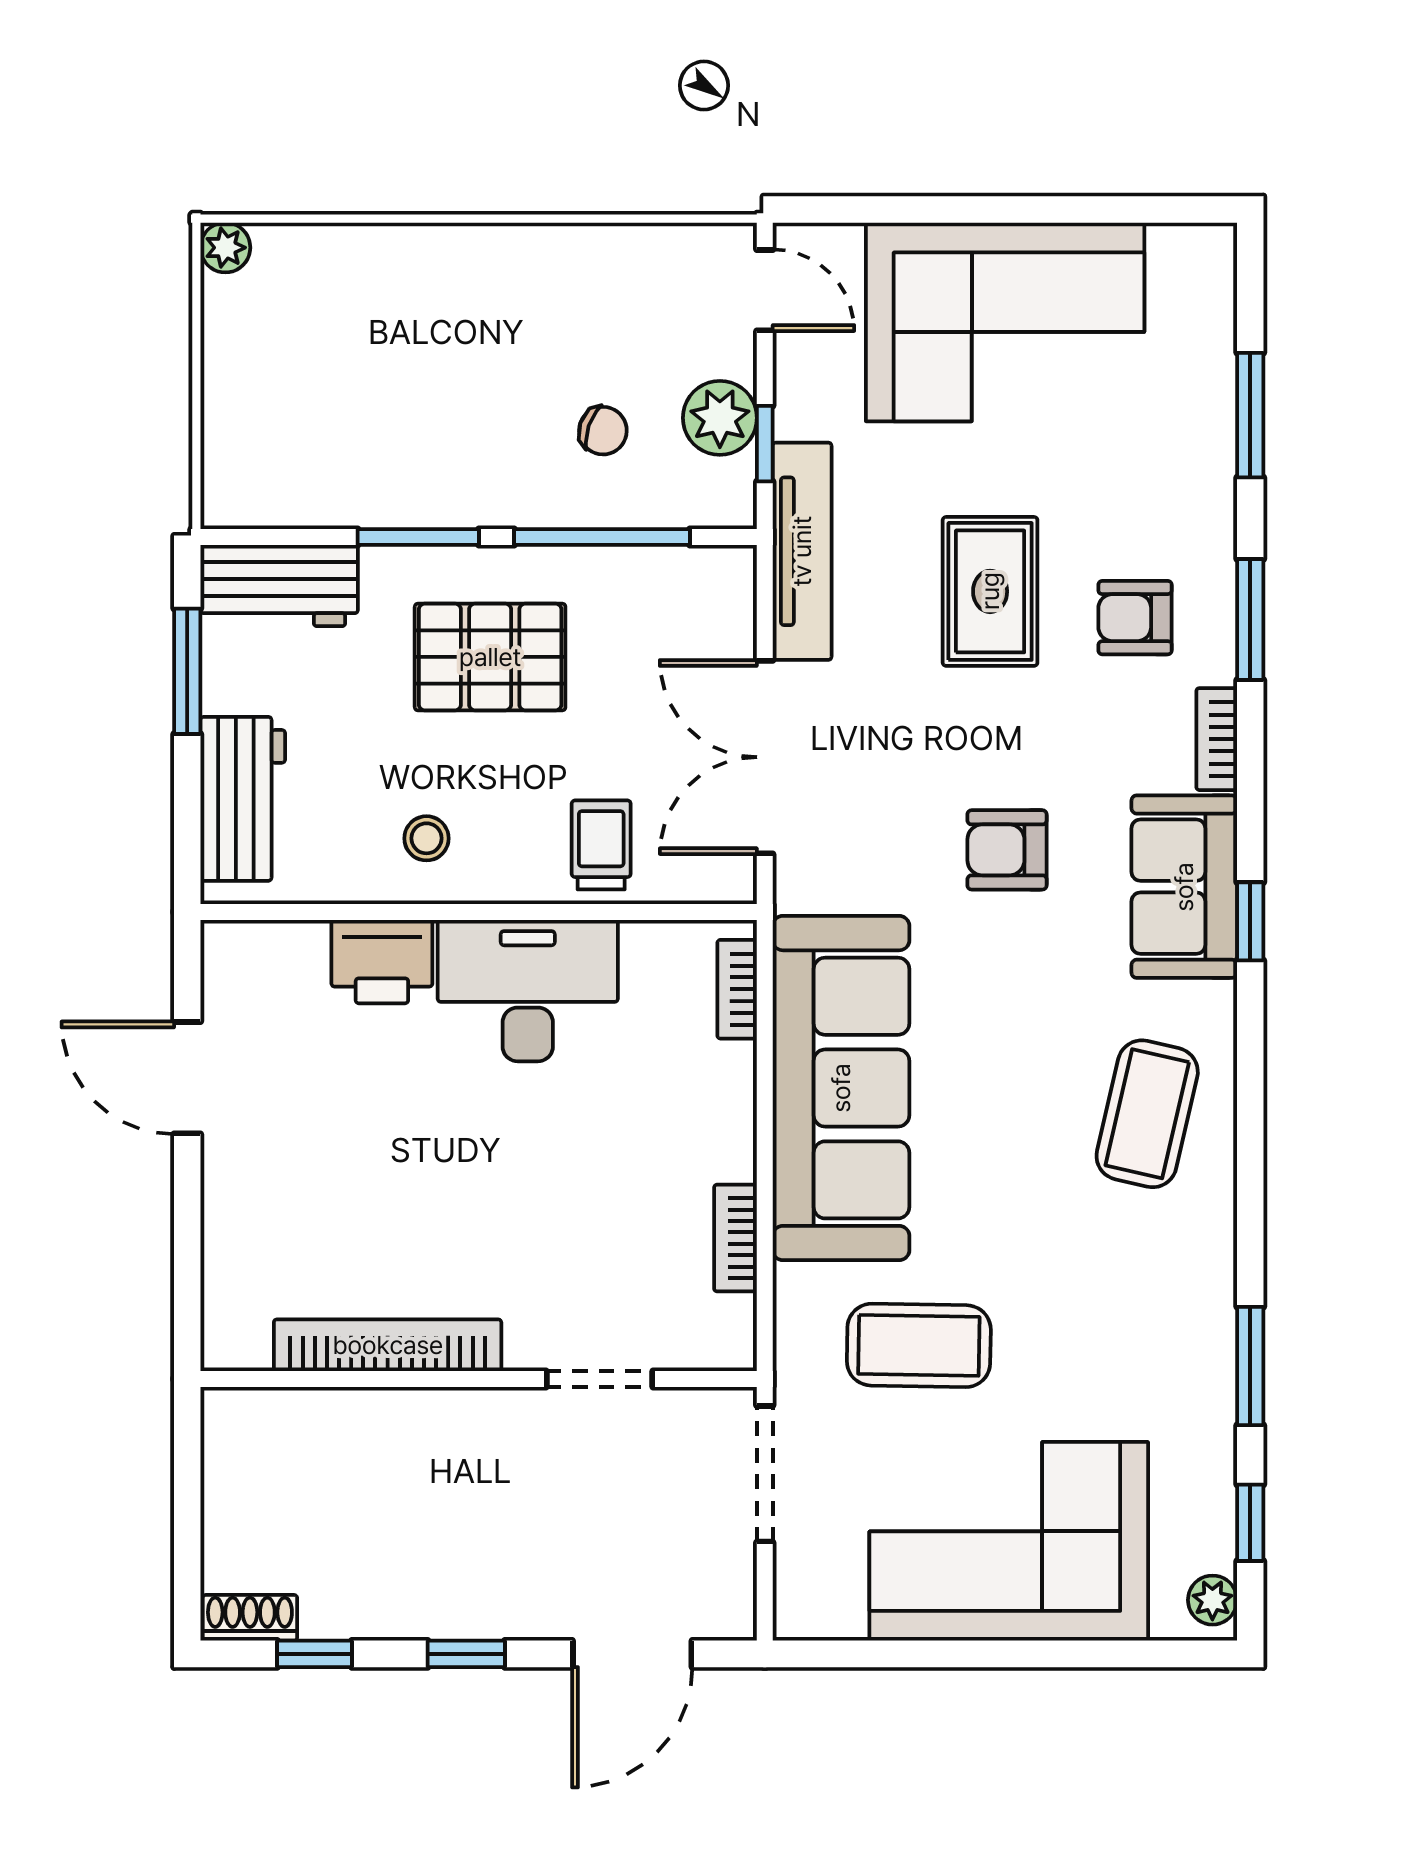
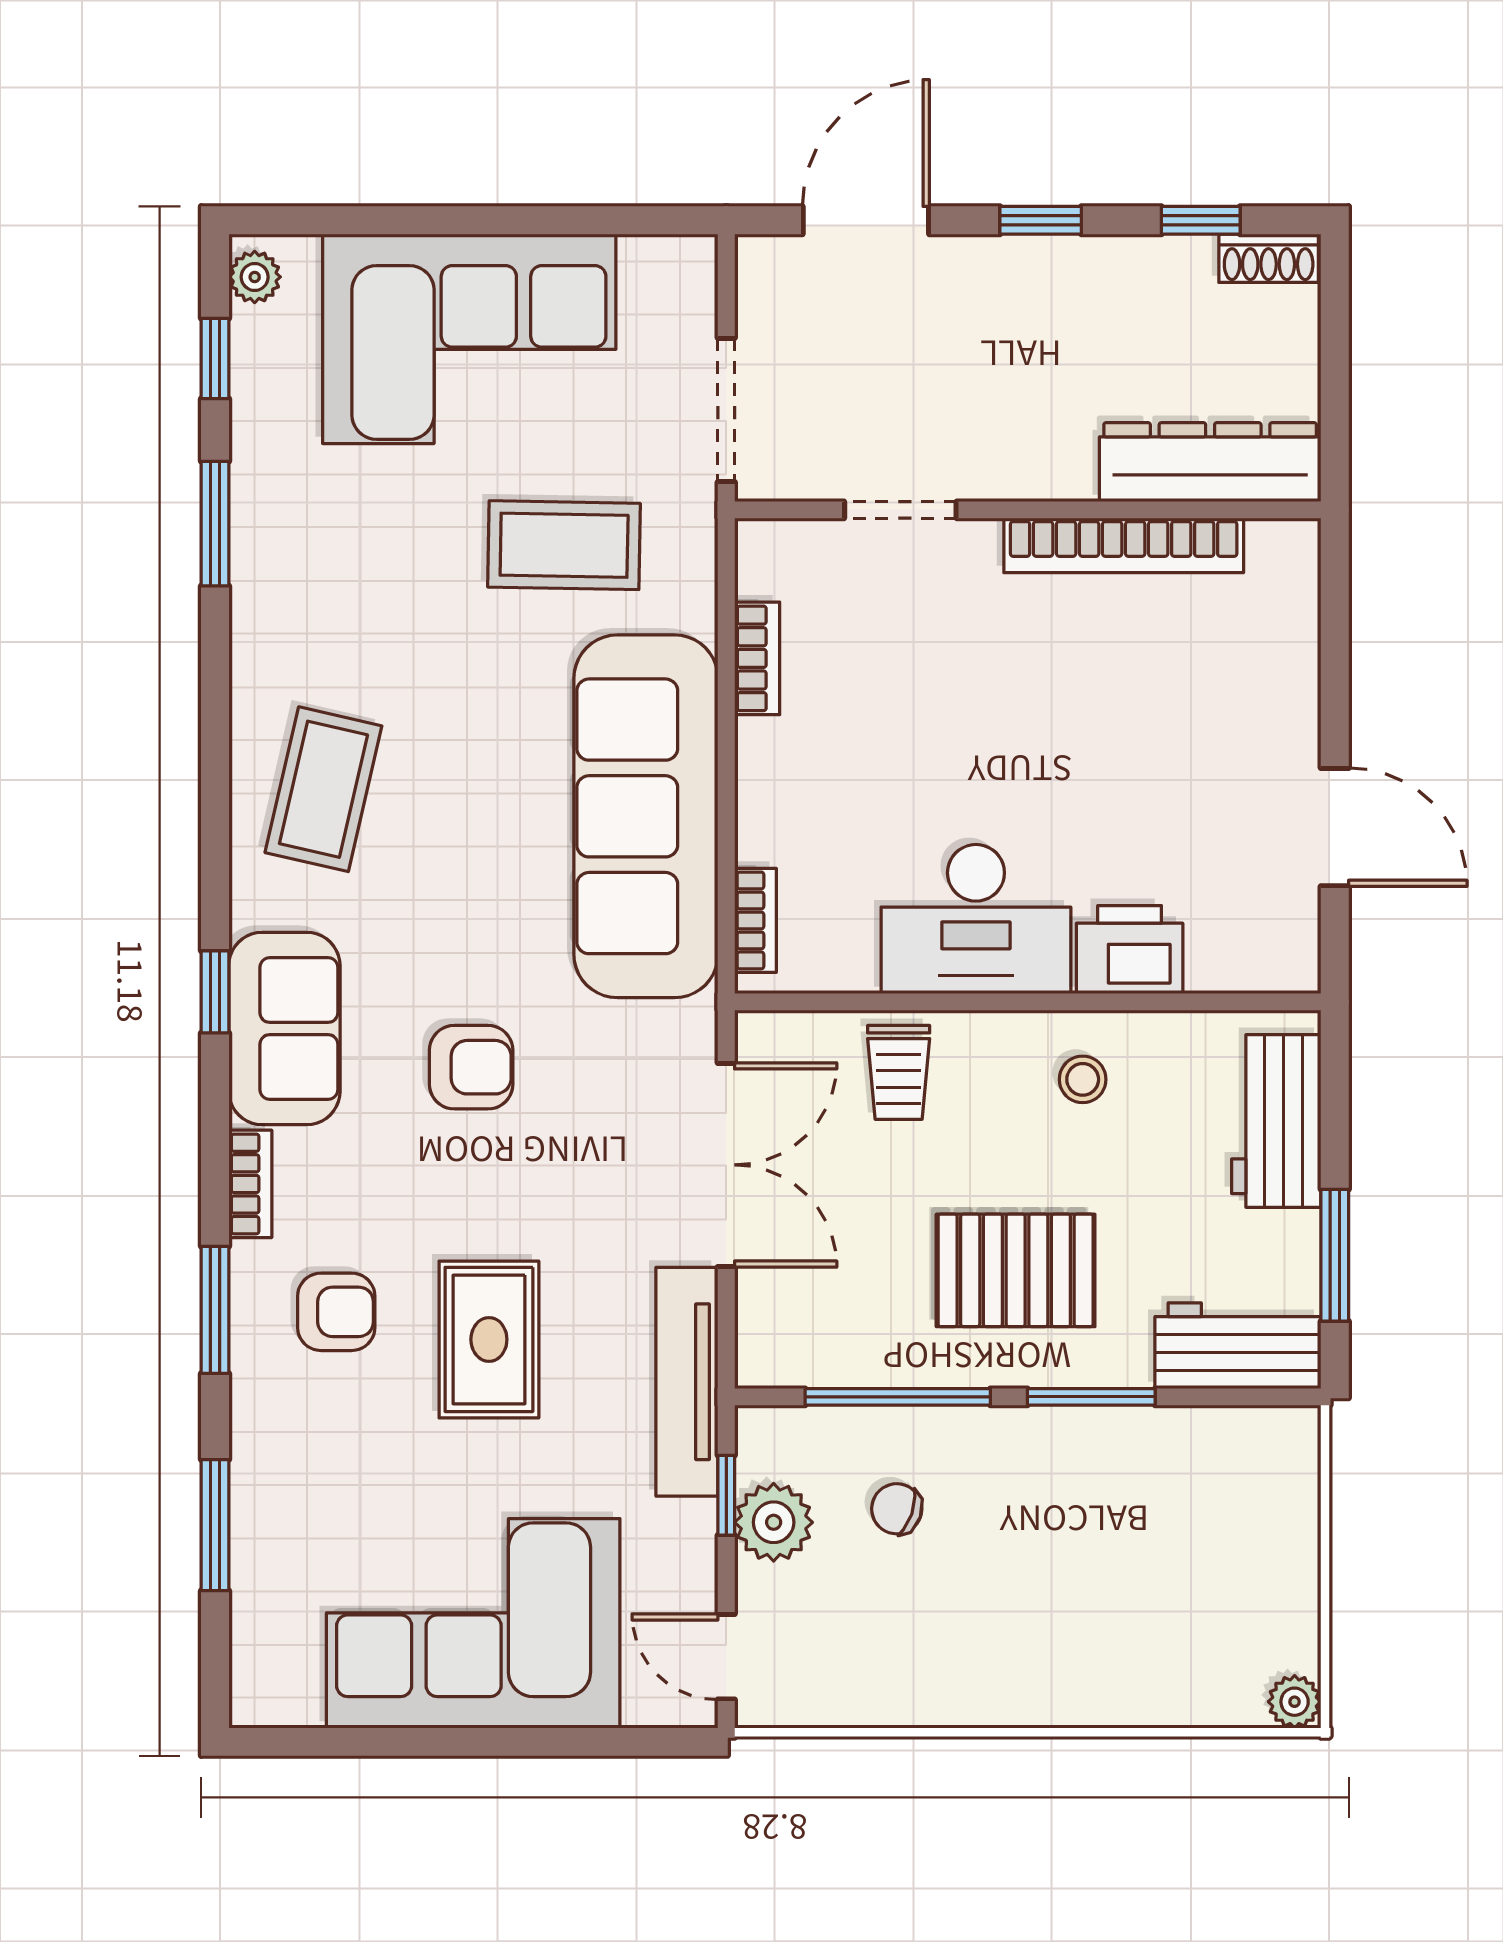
dresser: (305, 1424) -> (1210, 462), added

